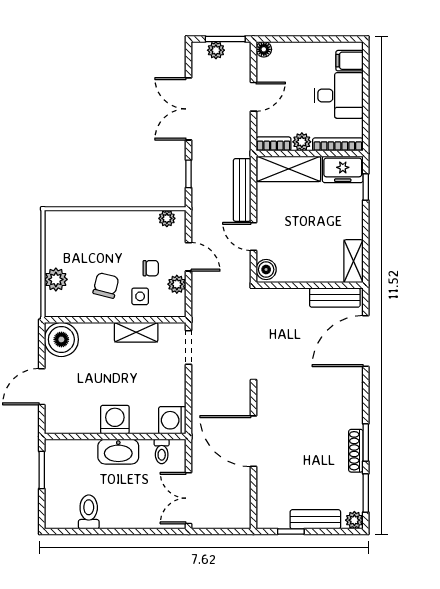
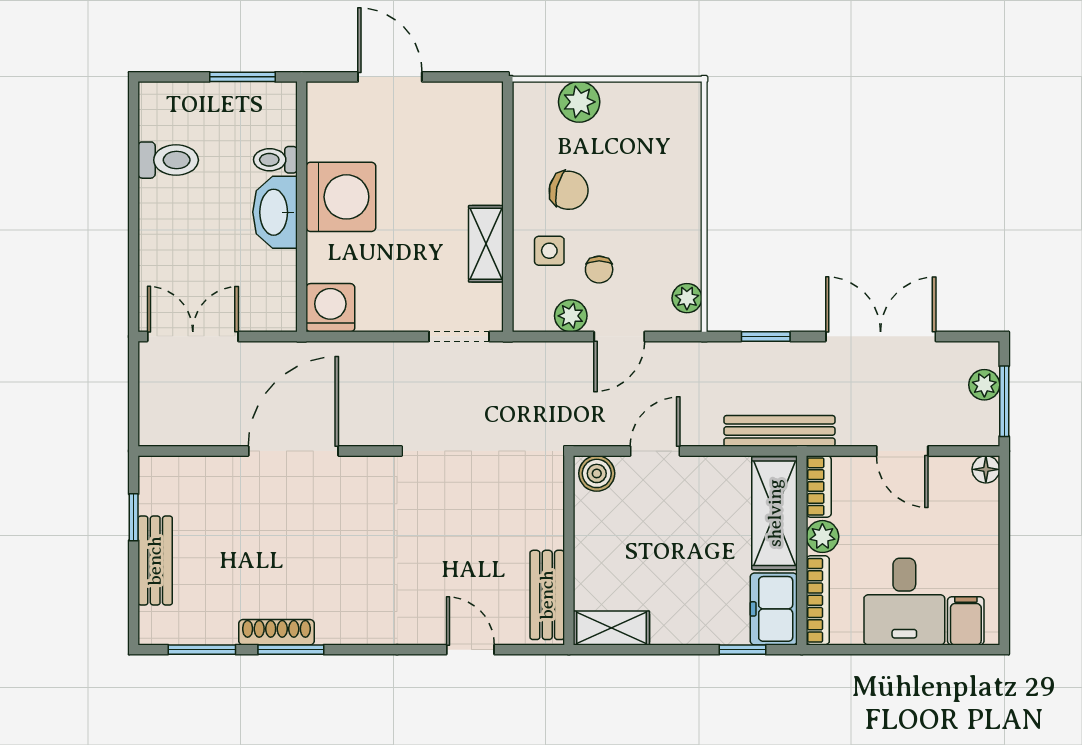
bench: (242, 190) -> (779, 431), moved
boiler: (61, 339) -> (473, 112), removed
door: (366, 341) -> (470, 650), width x0.53
washing machine: (115, 420) -> (341, 197), width x1.37, depth x1.37
toilet: (162, 451) -> (275, 160), moved
plant: (354, 520) -> (154, 629), removed

